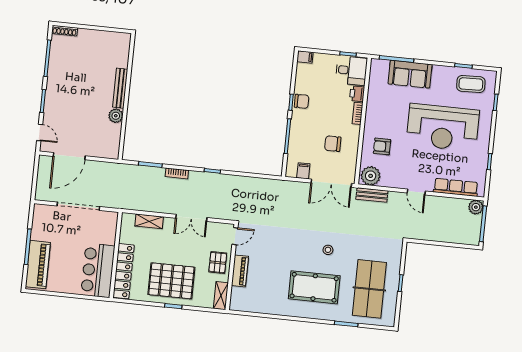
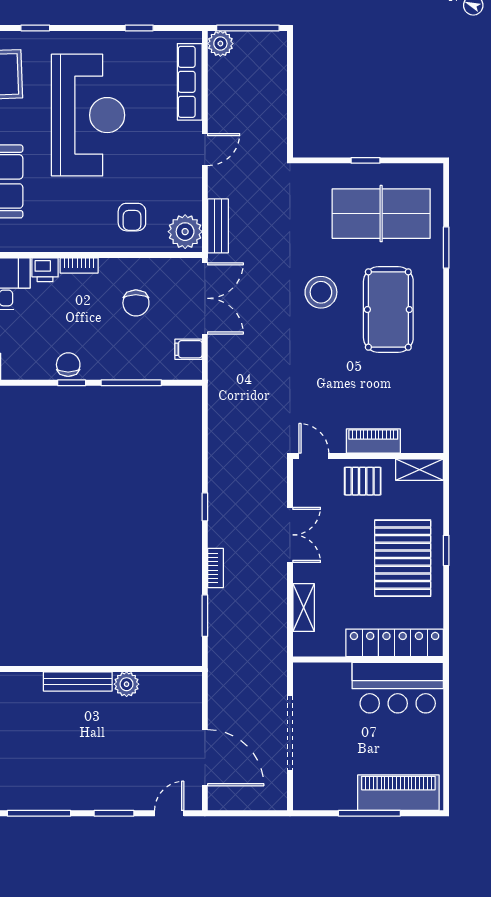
stool: (328, 250) -> (321, 292), width x1.89, depth x1.89

